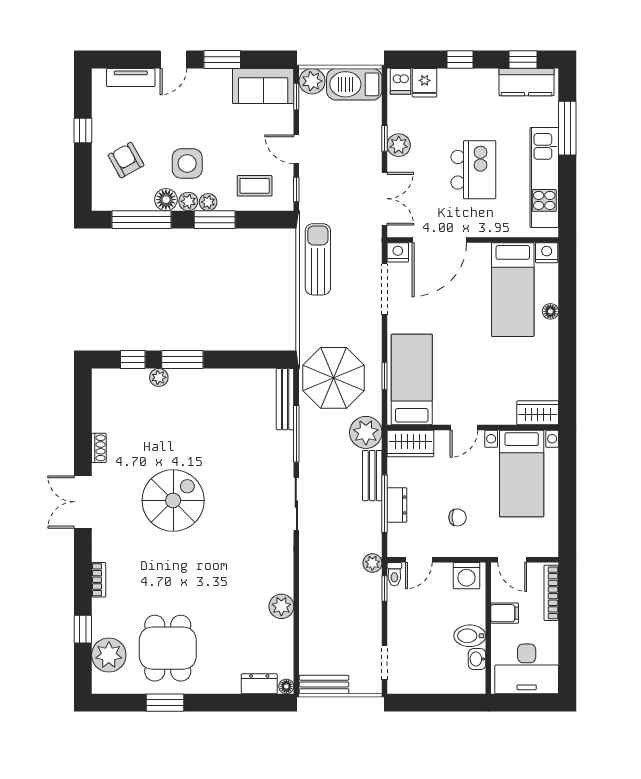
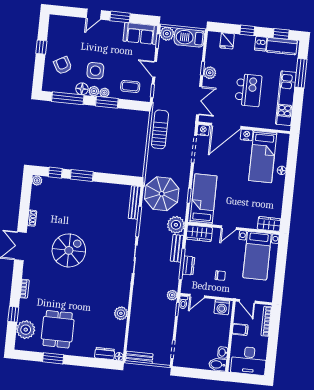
tv unit: (131, 78) -> (70, 21), removed
dishwasher: (401, 81) -> (261, 44), moved
nightstand: (547, 253) -> (247, 135), moved
plant: (159, 377) -> (37, 180), moved
bidet: (470, 636) -> (218, 365), moved

